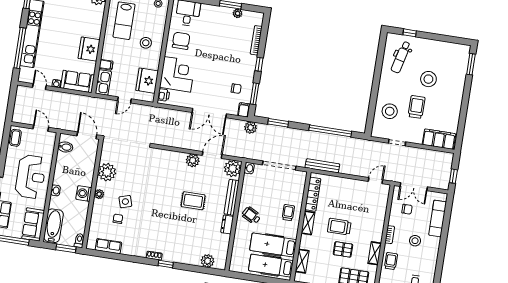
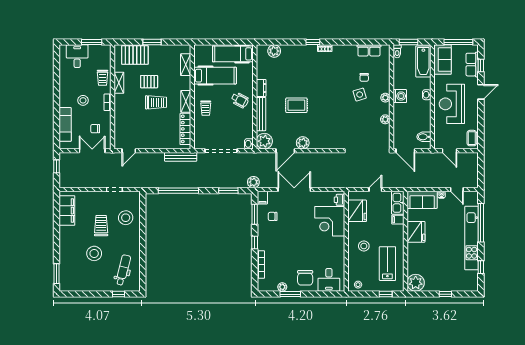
chair: (181, 41) -> (305, 278), moved
trolley: (417, 107) -> (101, 226), turned 180
filing cabinet: (439, 139) -> (67, 211), moved, turned -90
plant: (107, 172) -> (385, 119), width x0.53, depth x0.53
hospital bed: (271, 266) -> (233, 54), moved, turned 180

